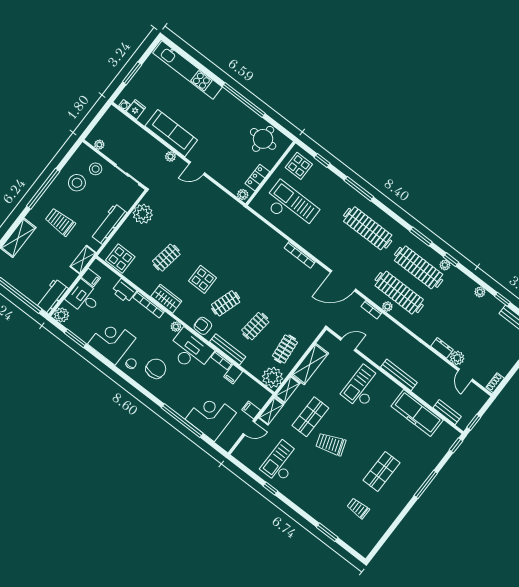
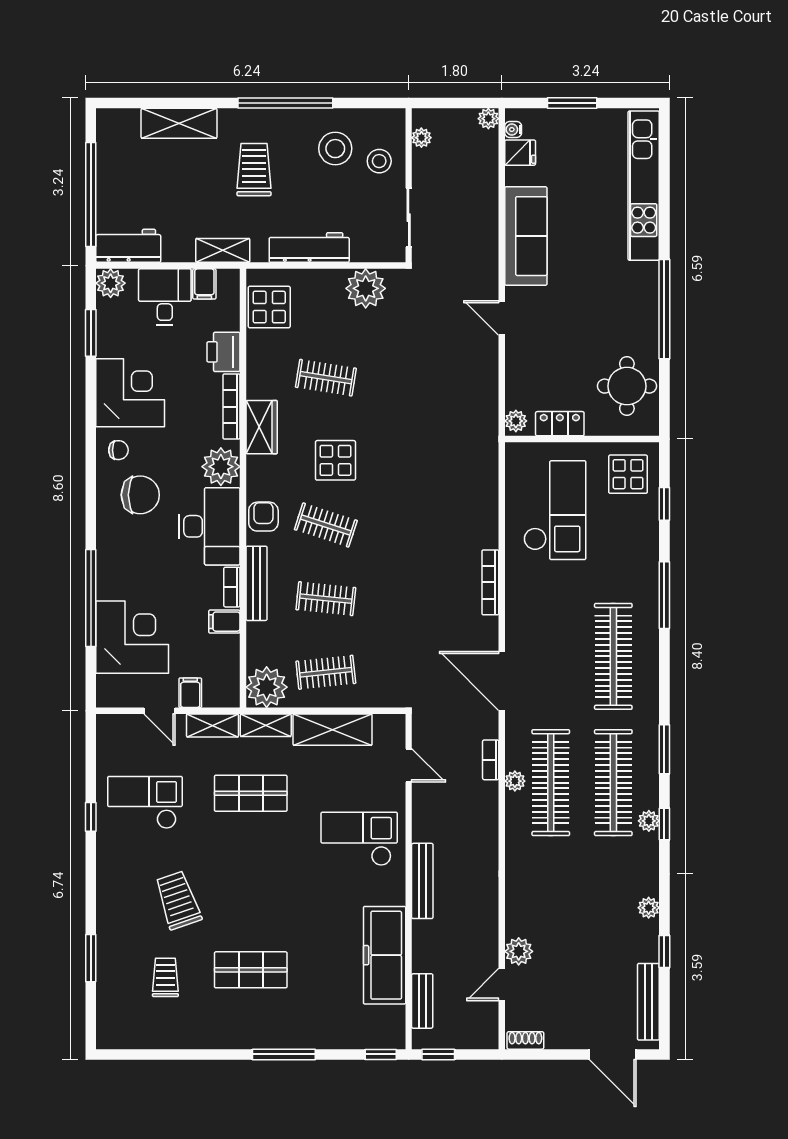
plant: (170, 156) -> (488, 119), moved
plant: (176, 327) -> (221, 467), width x1.87, depth x1.87
dresser: (442, 348) -> (516, 916), removed
trolley: (331, 444) -> (178, 900), moved

